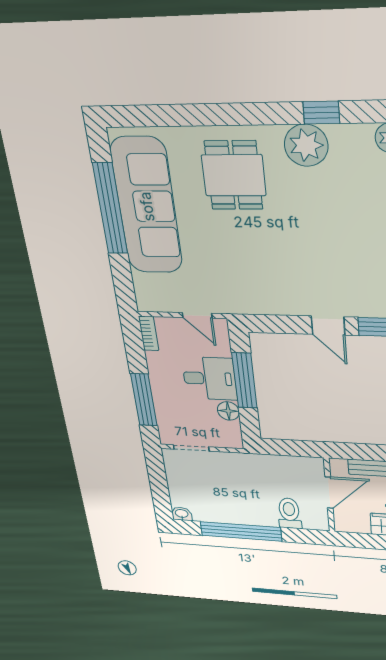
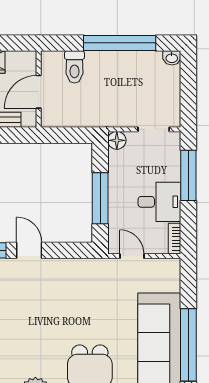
desk: (209, 379) -> (159, 202), moved, turned 180
floor lamp: (228, 411) -> (117, 140), moved

